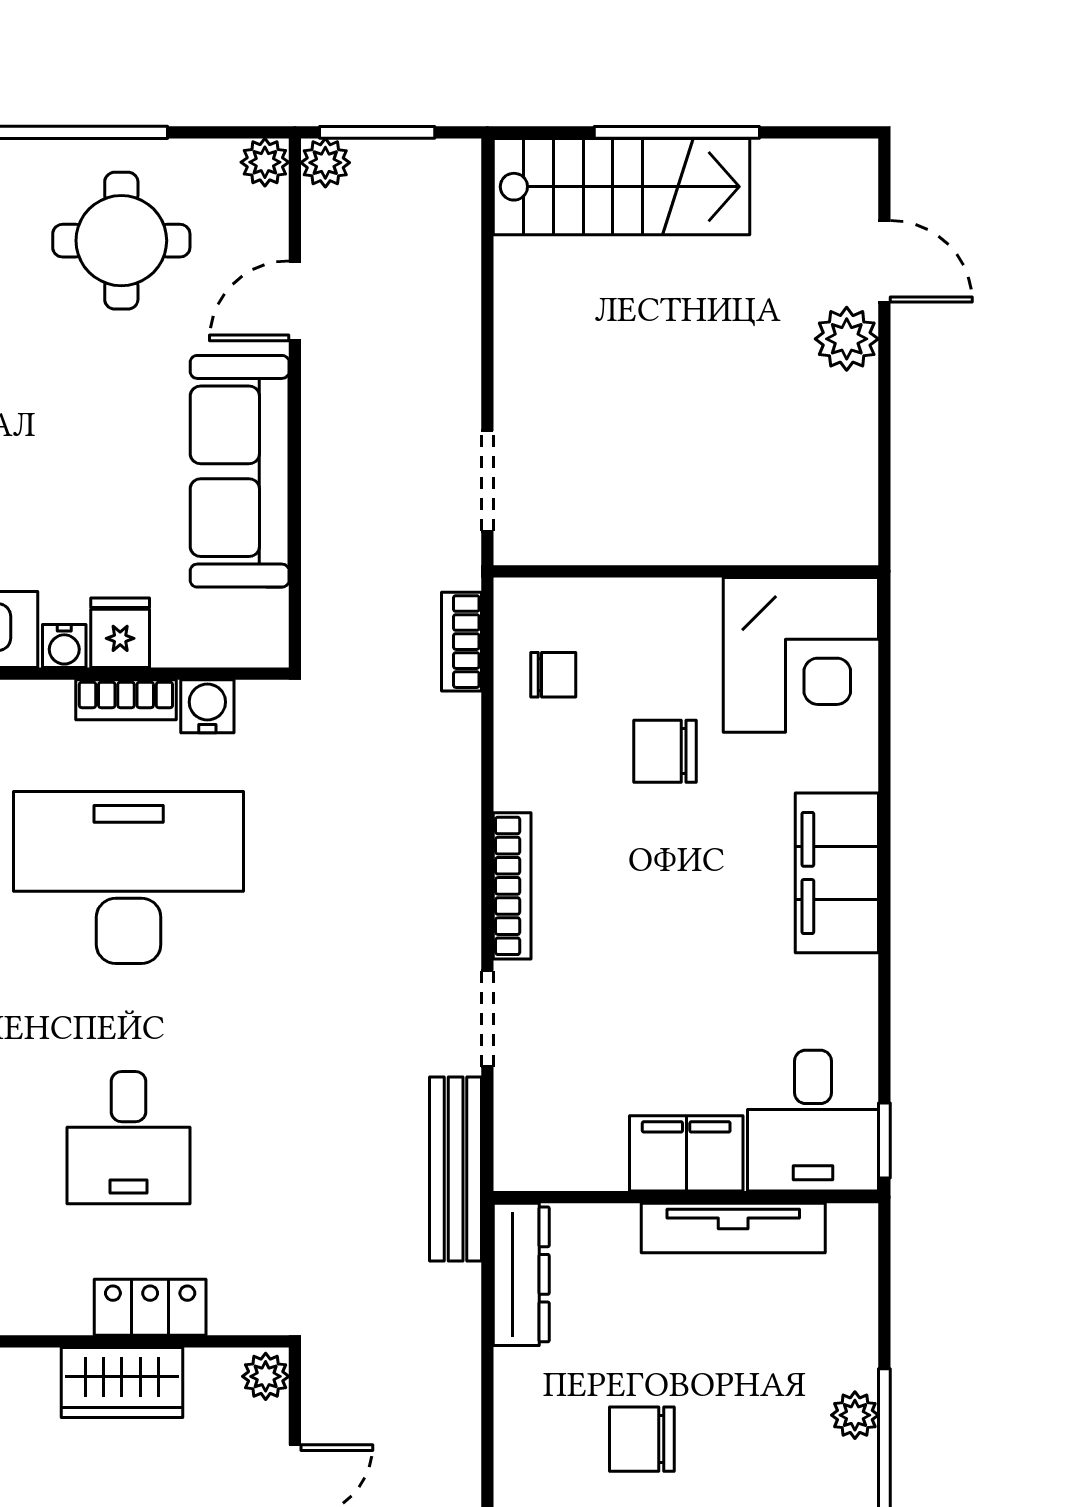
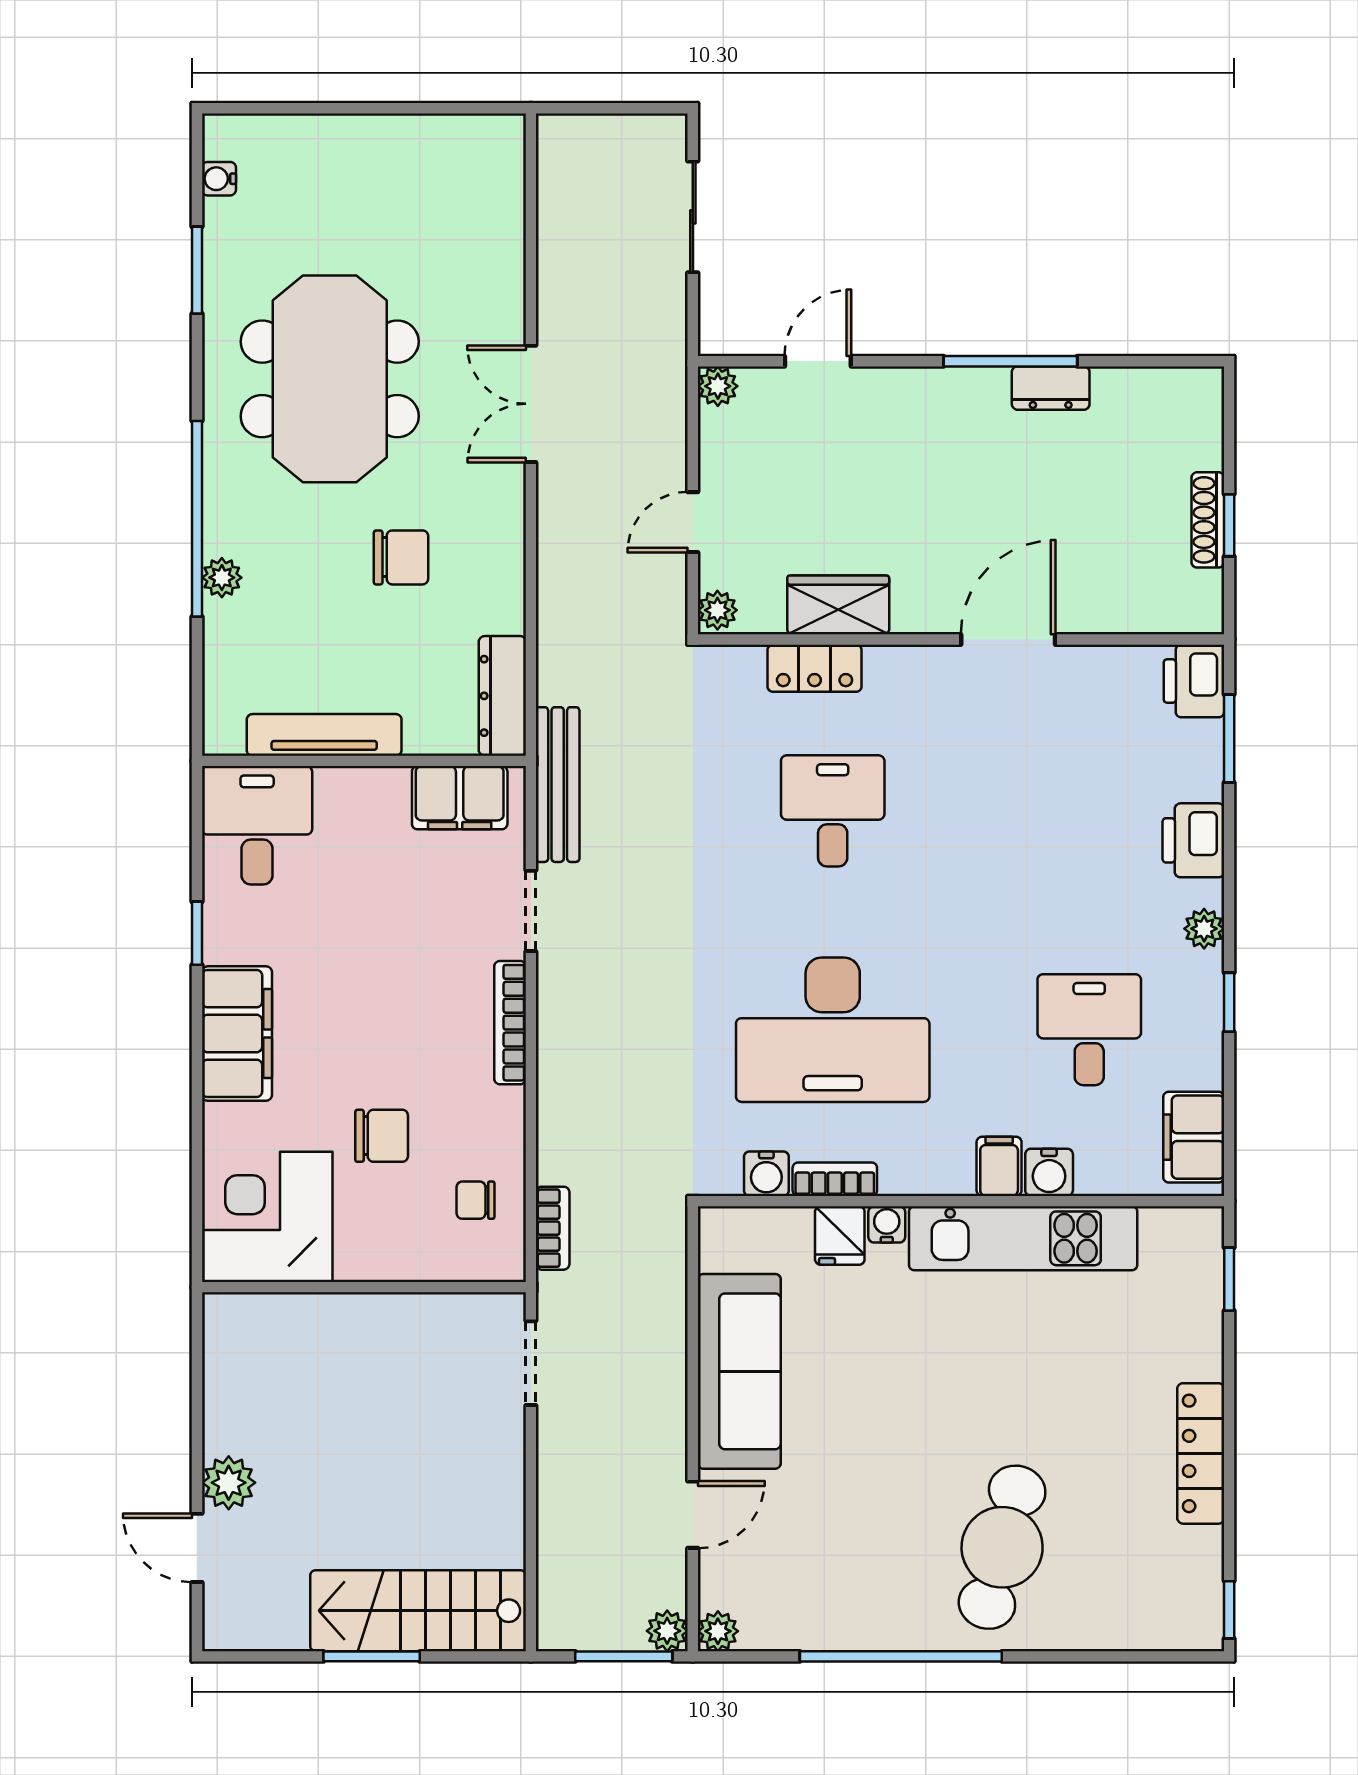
window: (677, 132) -> (372, 1656), width x0.69
round table: (121, 241) -> (839, 1565), removed
window: (884, 1141) -> (197, 933), moved
filing cabinet: (686, 1153) -> (460, 798), moved

